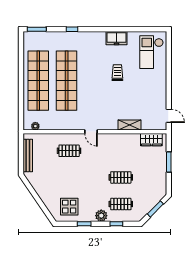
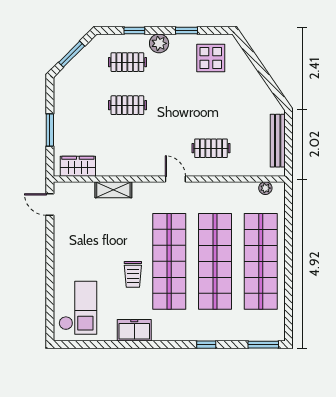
shop shelf: (95, 81) -> (169, 261), added

